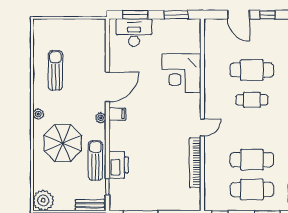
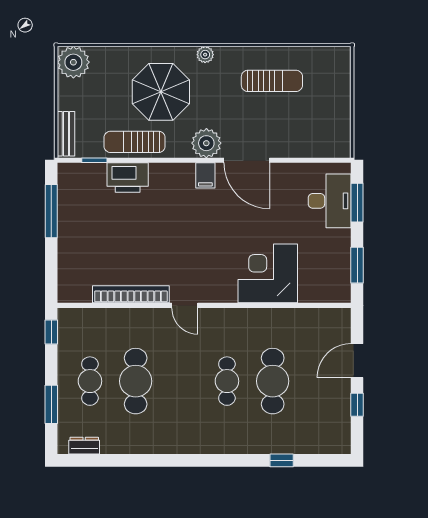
plant: (101, 118) -> (206, 143), width x1.88, depth x1.88
sun lounger: (95, 160) -> (135, 142), turned 180
cafe table: (252, 190) -> (90, 381), width x0.73, depth x0.74

